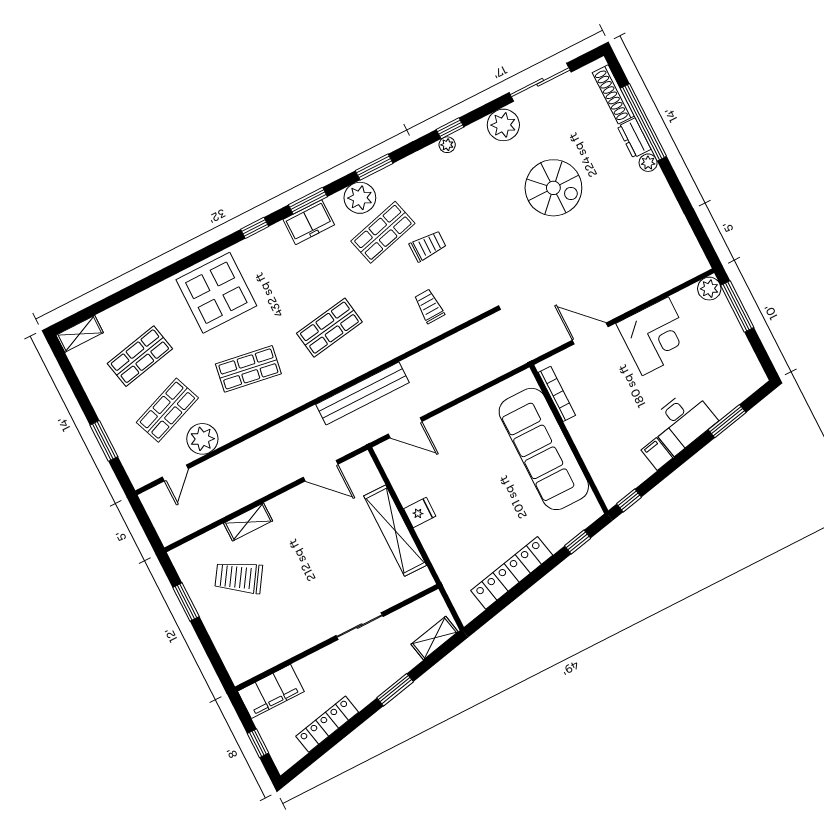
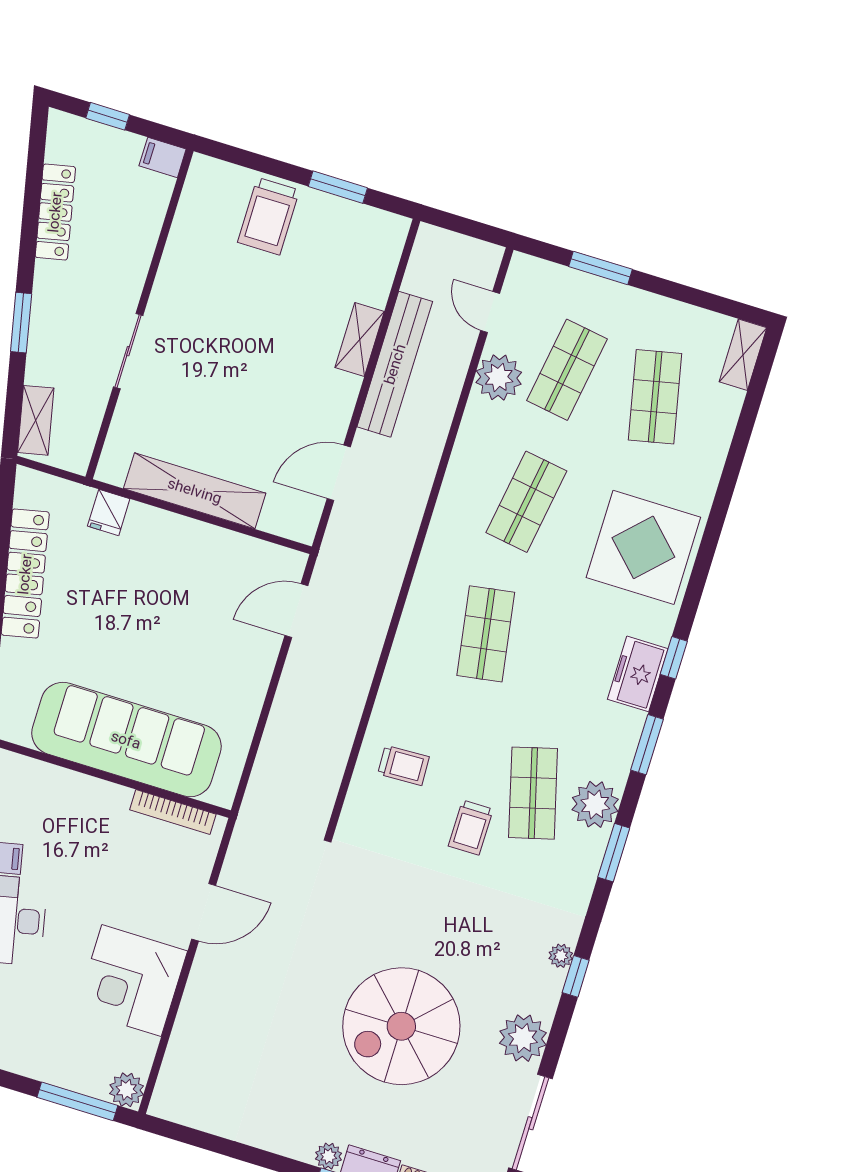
spiral stairs: (553, 188) -> (401, 1026), width x1.37, depth x1.37
freezer: (309, 222) -> (638, 674), moved
bench: (362, 393) -> (395, 364), moved
shop shelf: (167, 410) -> (567, 370), turned 30
fridge: (420, 512) -> (109, 512), moved
trolley: (239, 577) -> (268, 216), moved, turned 147
filing cabinet: (271, 691) -> (163, 157), width x0.33, depth x0.86

